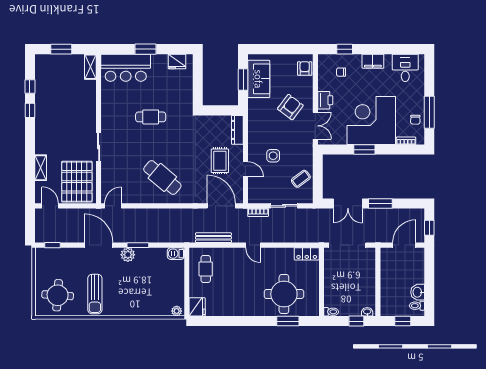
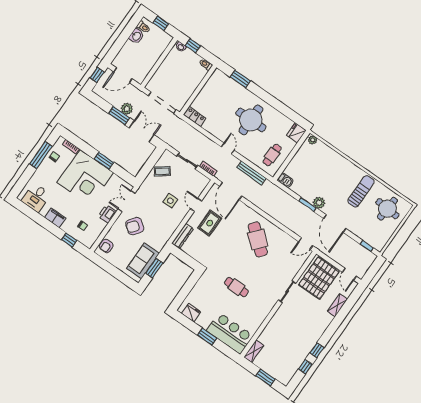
plant: (378, 215) -> (127, 109), added
round table: (284, 294) -> (251, 120), moved

